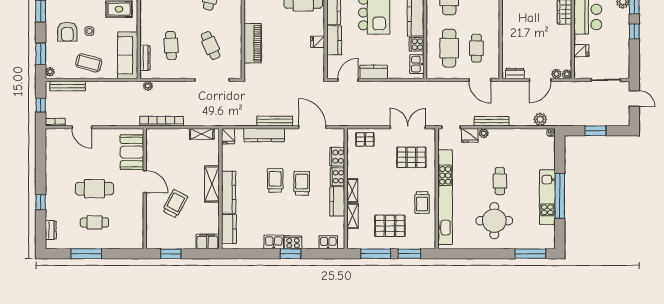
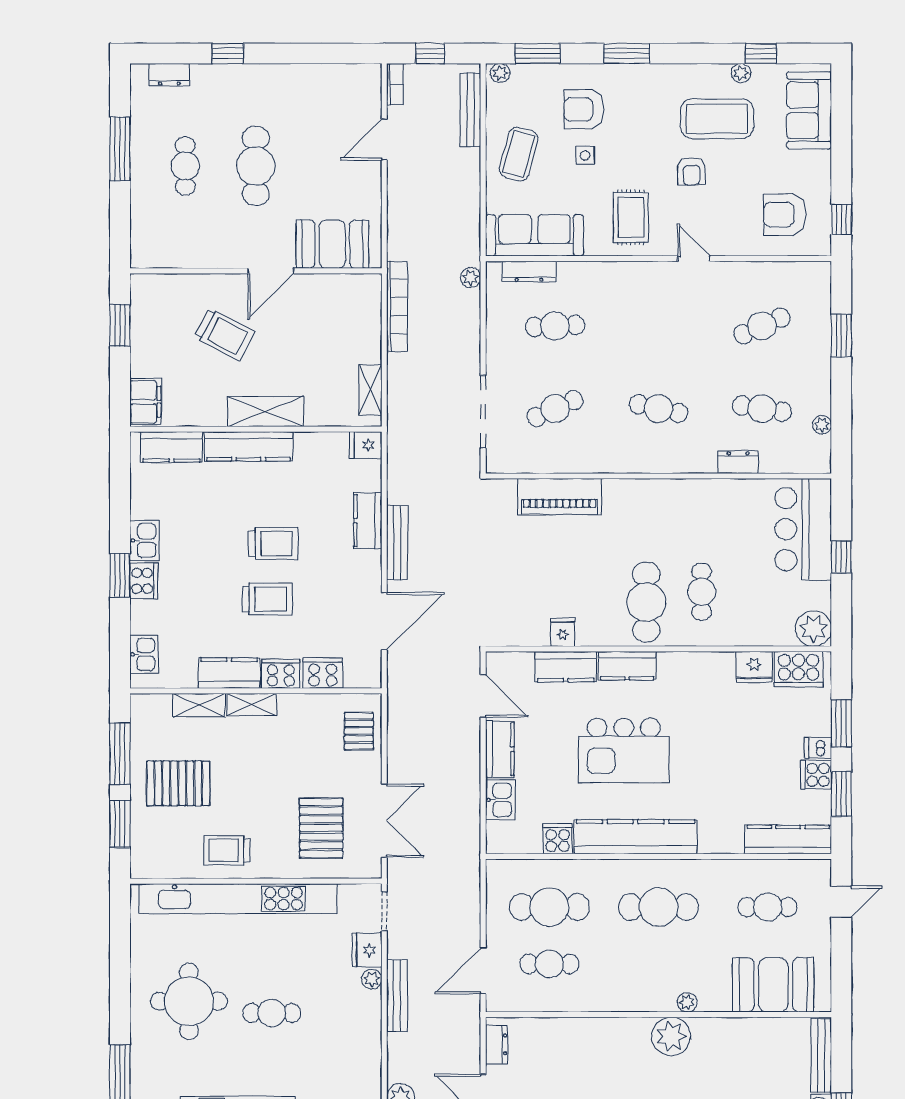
kitchen sink: (417, 64) -> (500, 800), moved, turned 90
kitchen counter: (264, 135) -> (368, 521), width x0.67
pallet: (390, 226) -> (178, 783), turned 90

